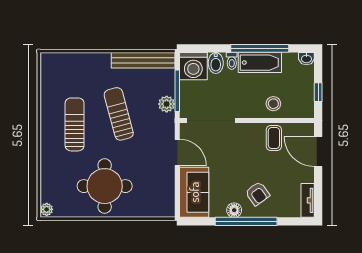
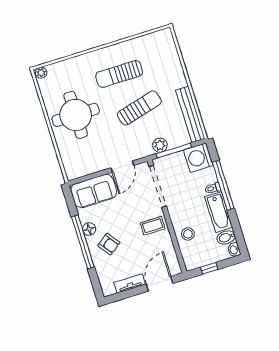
window: (260, 48) -> (223, 185), moved
bidet: (216, 63) -> (226, 237), moved
sun lounger: (75, 124) -> (119, 74), turned 180
coffee table: (274, 138) -> (153, 226), moved
armchair: (257, 194) -> (109, 244), turned -91
tv unit: (308, 200) -> (130, 283), moved

